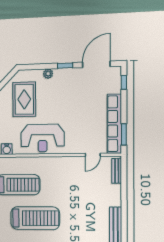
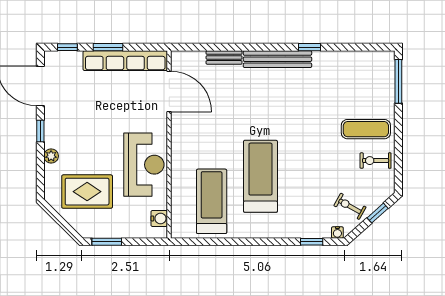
window: (124, 134) -> (108, 47), moved
door: (93, 155) -> (169, 92), width x1.88
bench: (117, 171) -> (224, 57), moved

